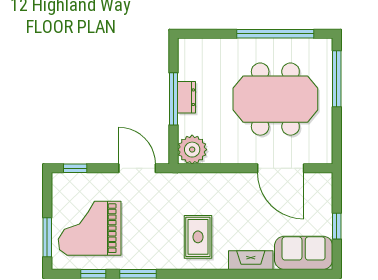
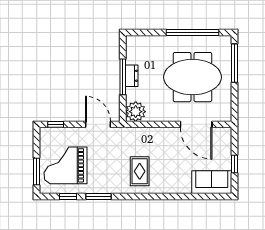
fireplace: (251, 260) -> (176, 187), removed

